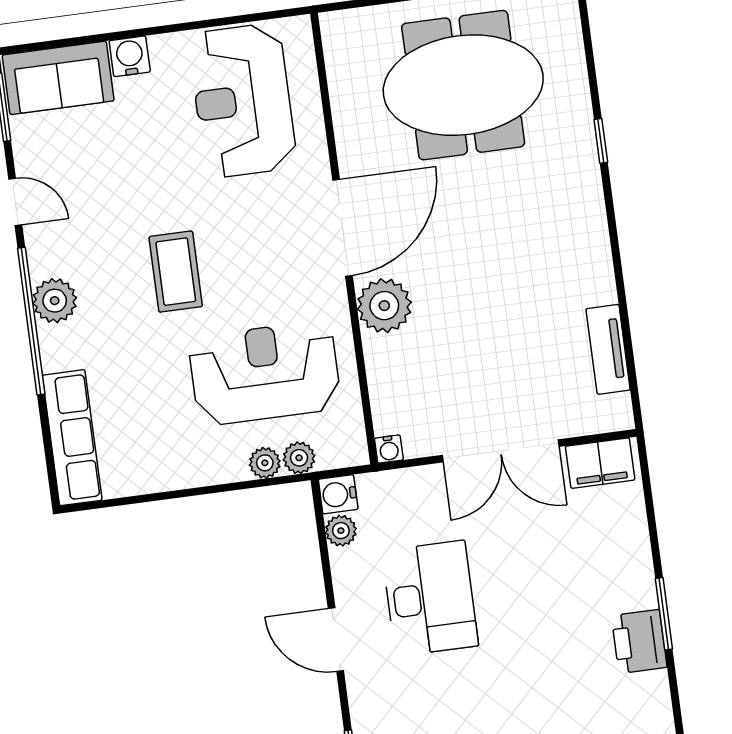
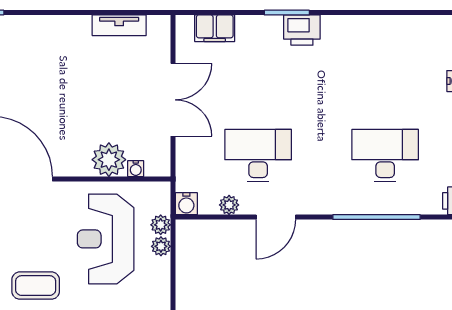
plant: (384, 306) -> (109, 160), moved
water cooler: (389, 449) -> (136, 169), moved, turned 90
filing cabinet: (600, 463) -> (215, 28), moved, turned 90
plant: (341, 531) -> (229, 205), moved

